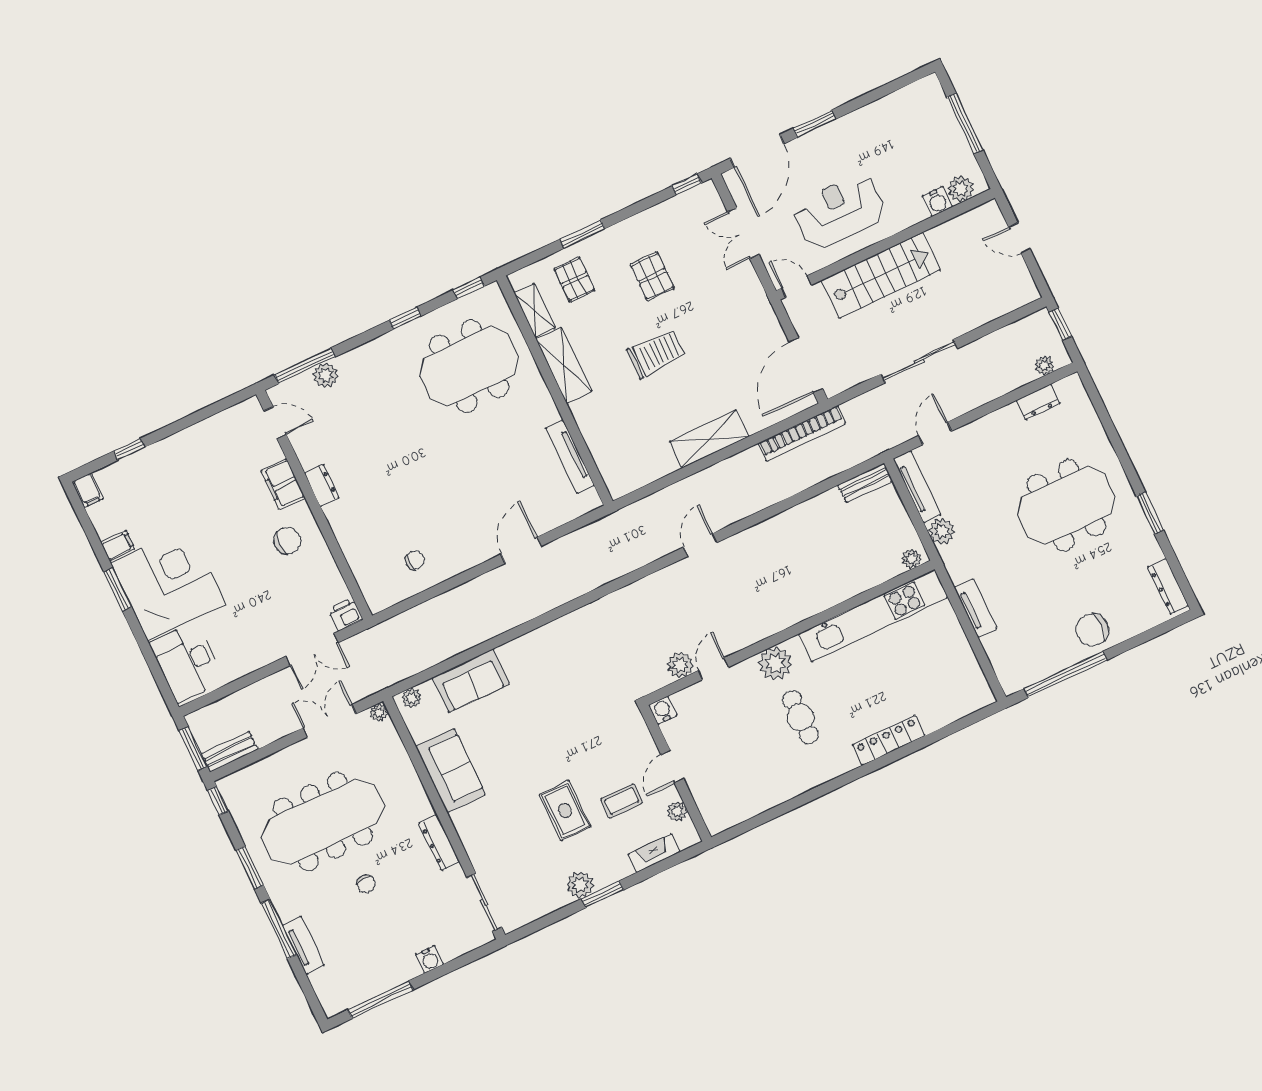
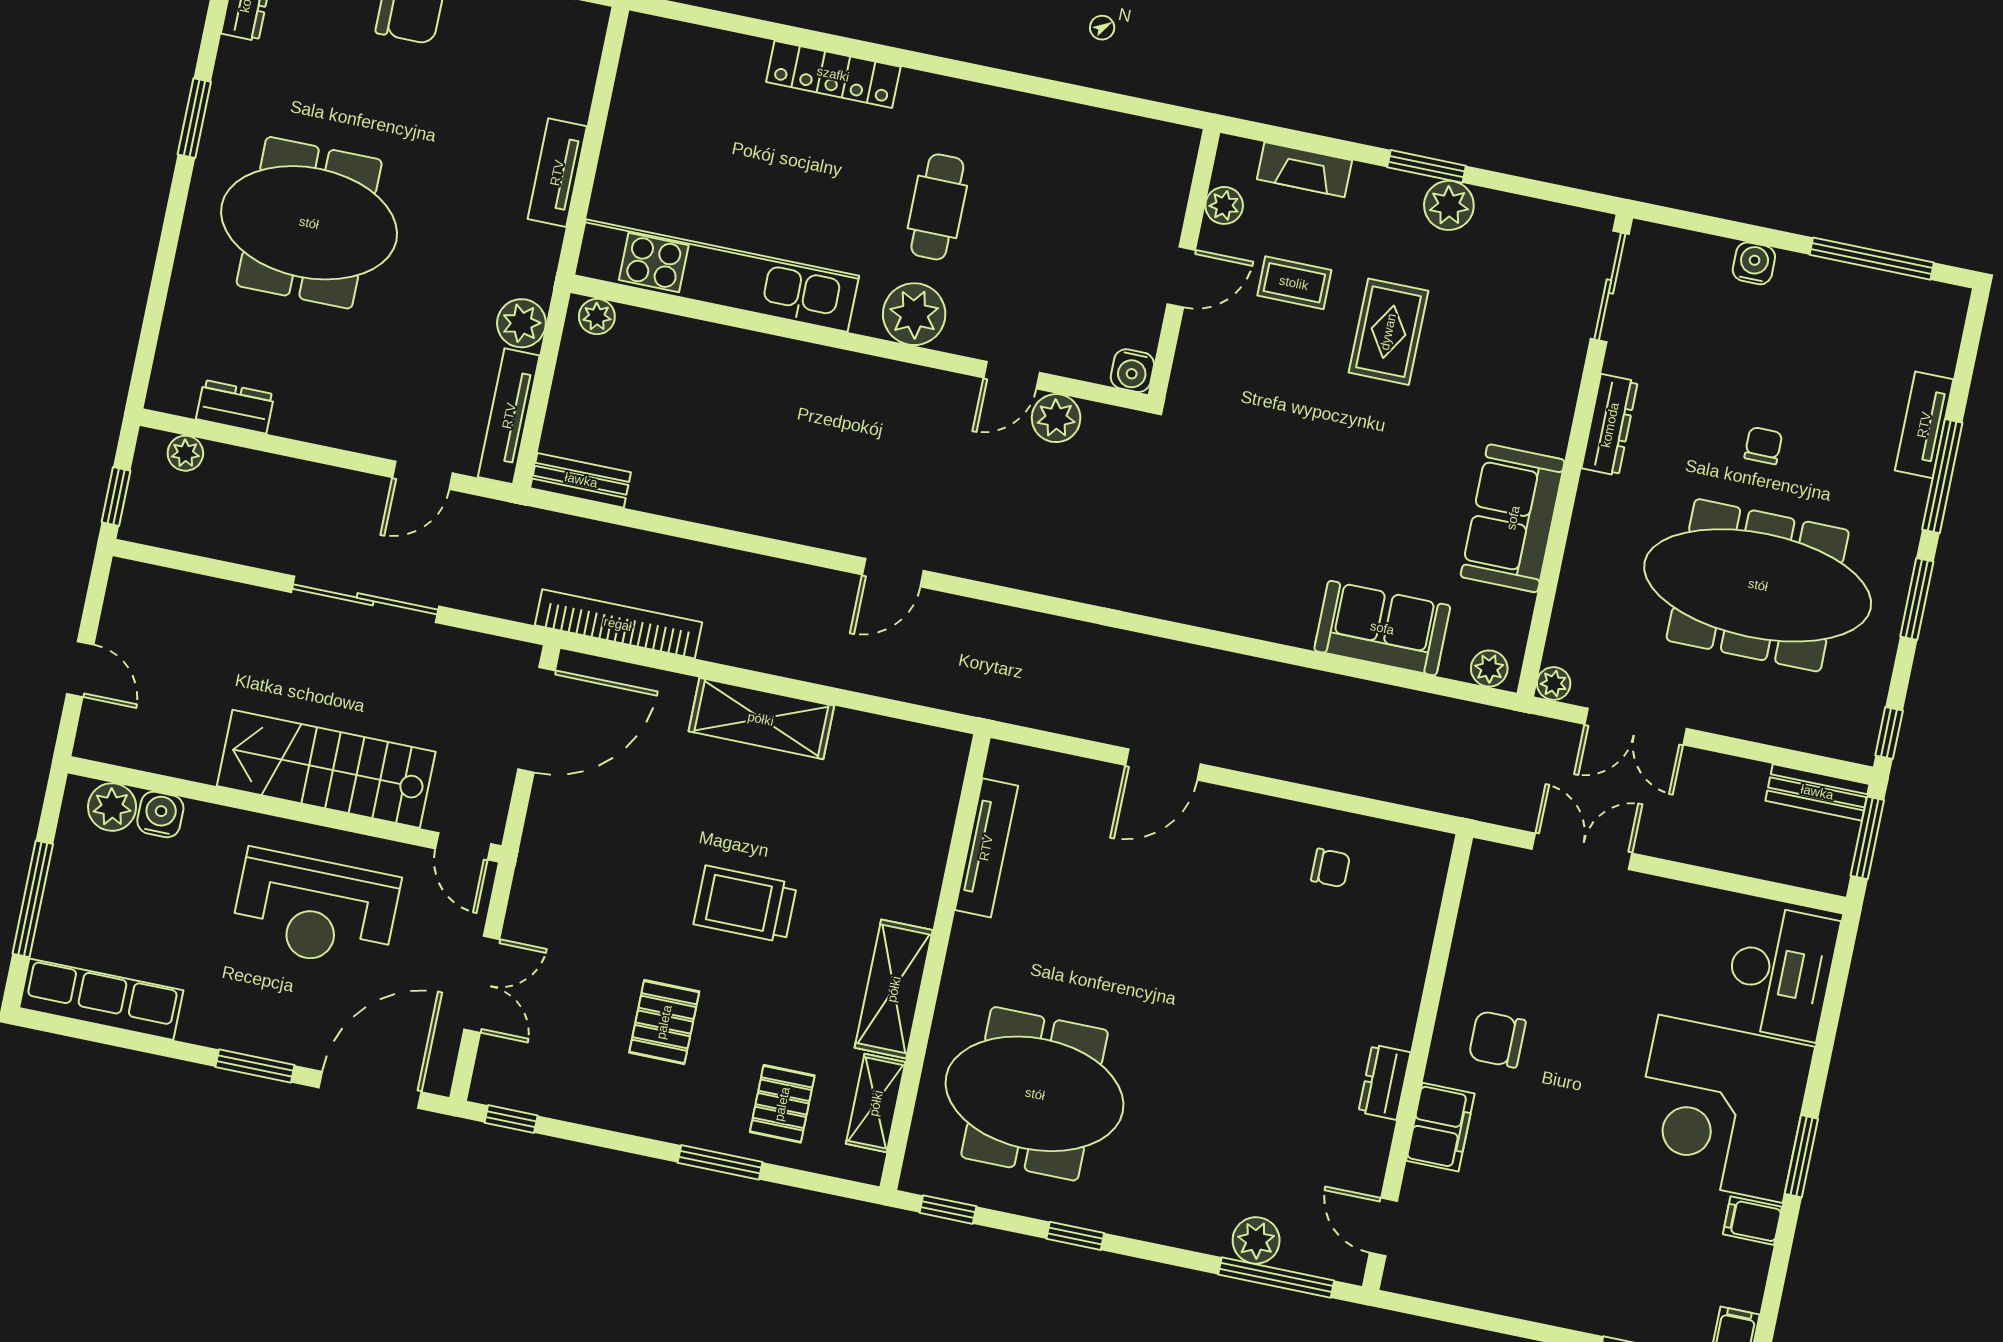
row of seats: (903, 102) -> (101, 999), added
chair: (415, 560) -> (1330, 868), turned 180
printer: (346, 614) -> (1493, 865), removed

